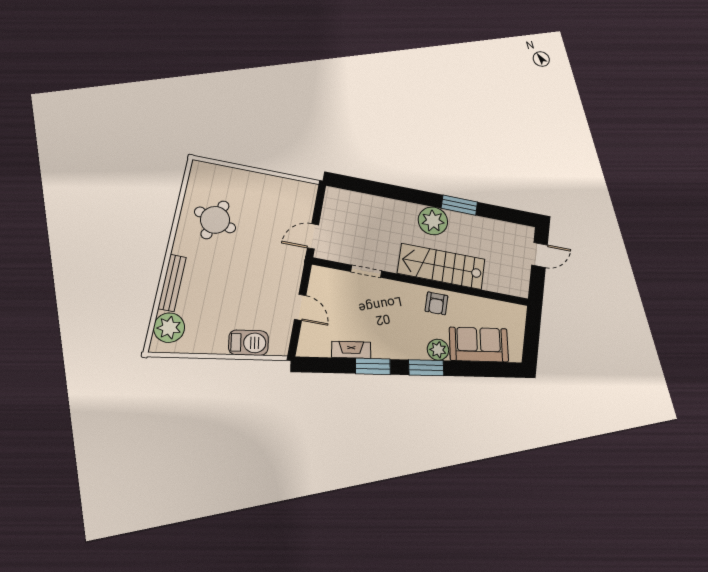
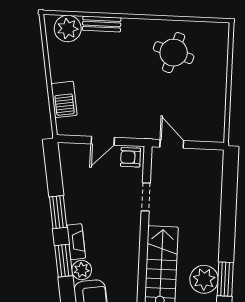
plant: (433, 221) -> (204, 279), moved
bench: (172, 283) -> (102, 24), width x0.73
armchair: (436, 303) -> (130, 157), moved
fireplace: (351, 350) -> (76, 242), moved

